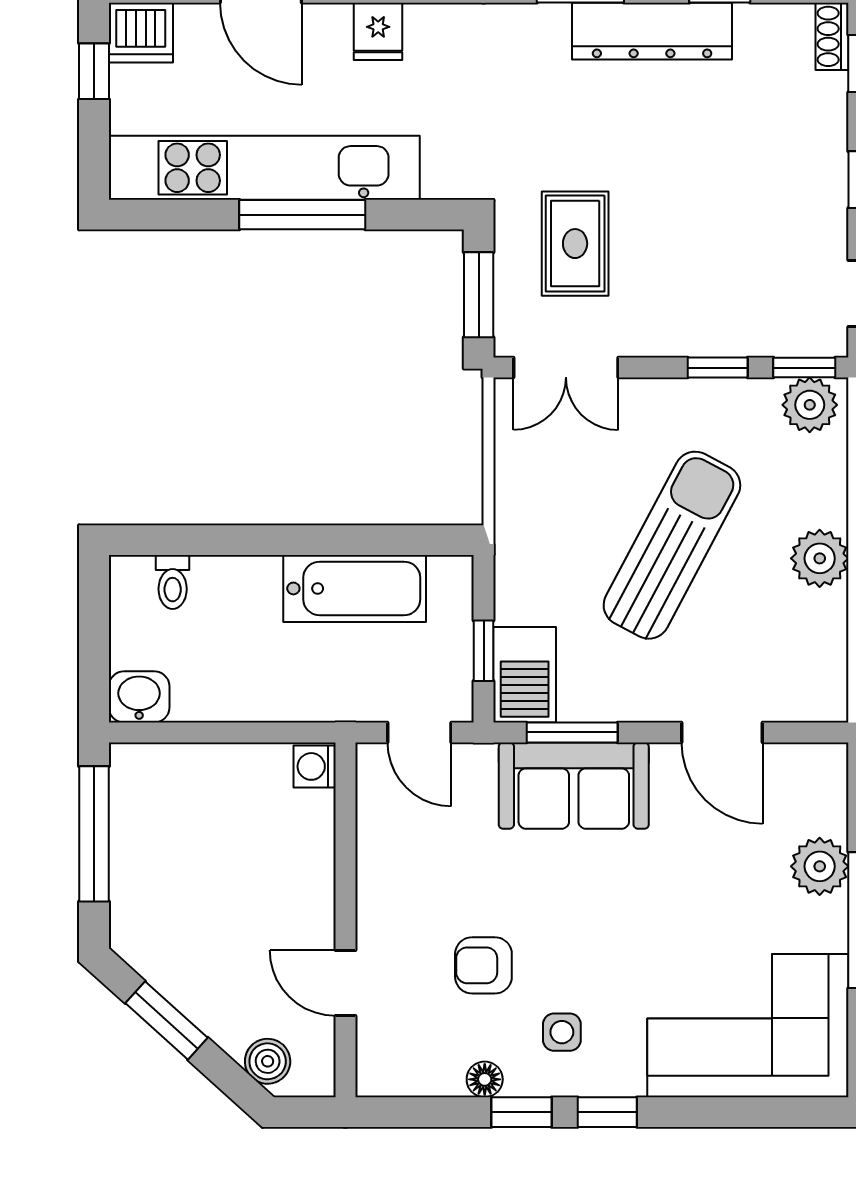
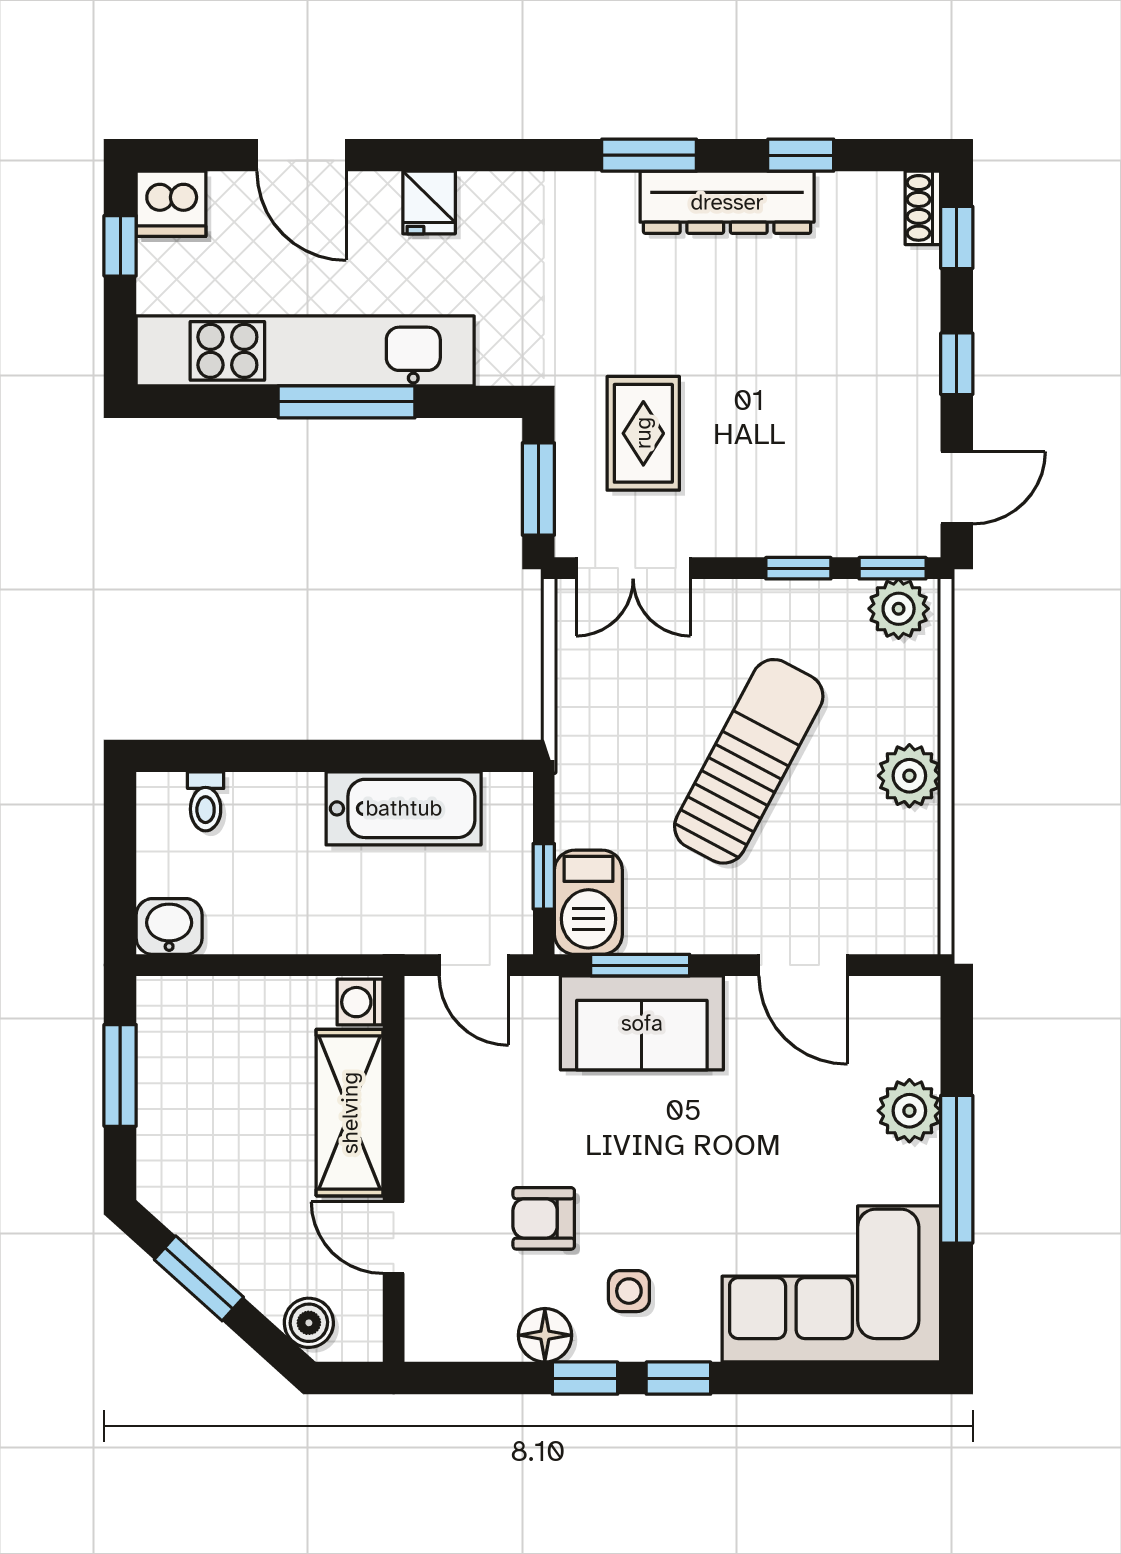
window: (94, 834) -> (120, 1075), width x0.69
shelving: (305, 868) -> (350, 1113), added
floor lamp: (485, 1079) -> (545, 1335), width x1.37, depth x1.37

